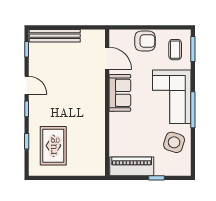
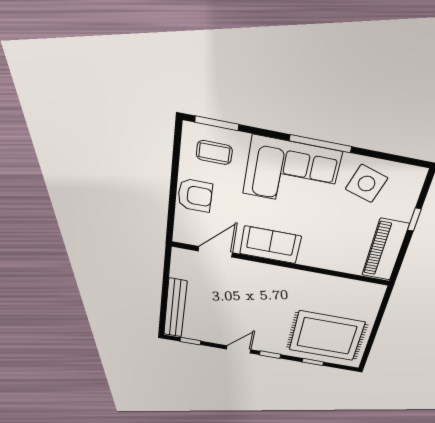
armchair: (145, 41) -> (195, 195), turned 90
rug: (53, 146) -> (327, 336), width x1.37, depth x1.44

